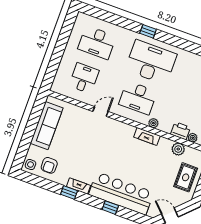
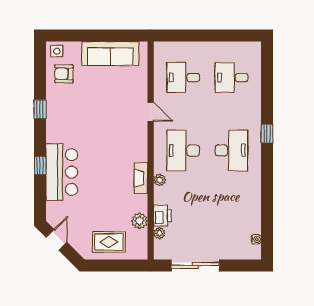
desk: (97, 42) -> (231, 78), width x0.73
desk: (151, 62) -> (231, 150), width x0.73, depth x0.77
desk: (84, 78) -> (183, 78), turned 180
fireplace: (79, 186) -> (52, 118), removed
bar counter: (121, 193) -> (62, 172), width x0.73

